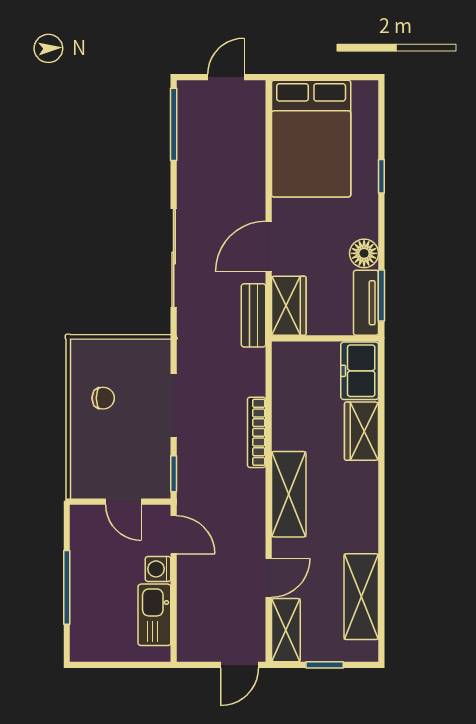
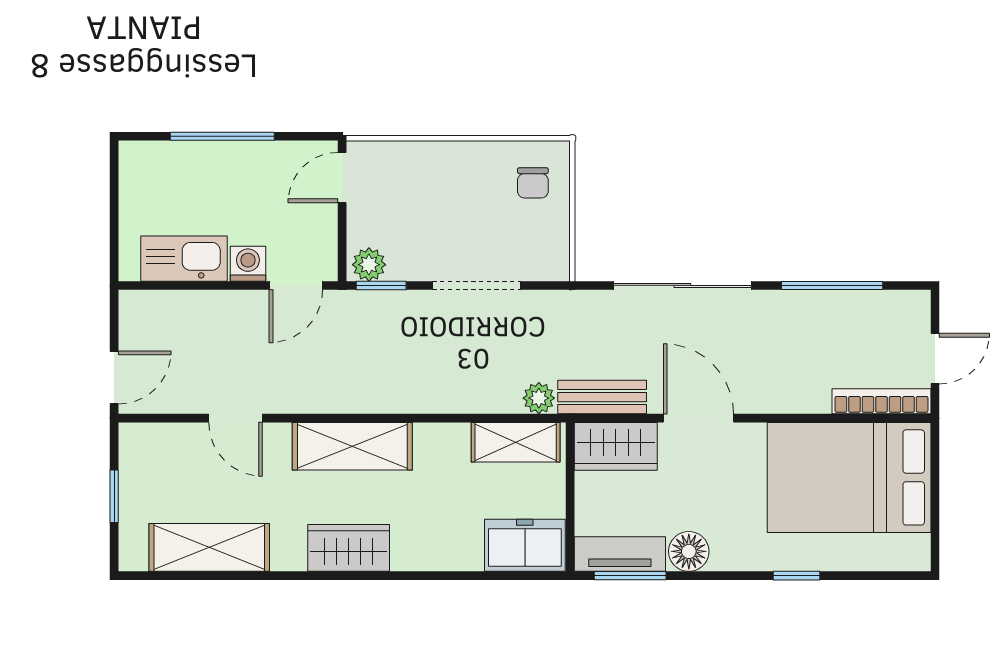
door: (226, 77) -> (935, 359), hinge flipped
window: (174, 124) -> (832, 285), moved
plant: (254, 361) -> (539, 398), added
chair: (103, 398) -> (533, 183), moved
wardrobe: (362, 431) -> (349, 548), moved
bookcase: (257, 432) -> (881, 401), moved
plant: (159, 482) -> (369, 265), added
door: (123, 502) -> (342, 178), moved
shelving: (286, 630) -> (516, 442), moved
door: (239, 665) -> (114, 377), swing flipped

